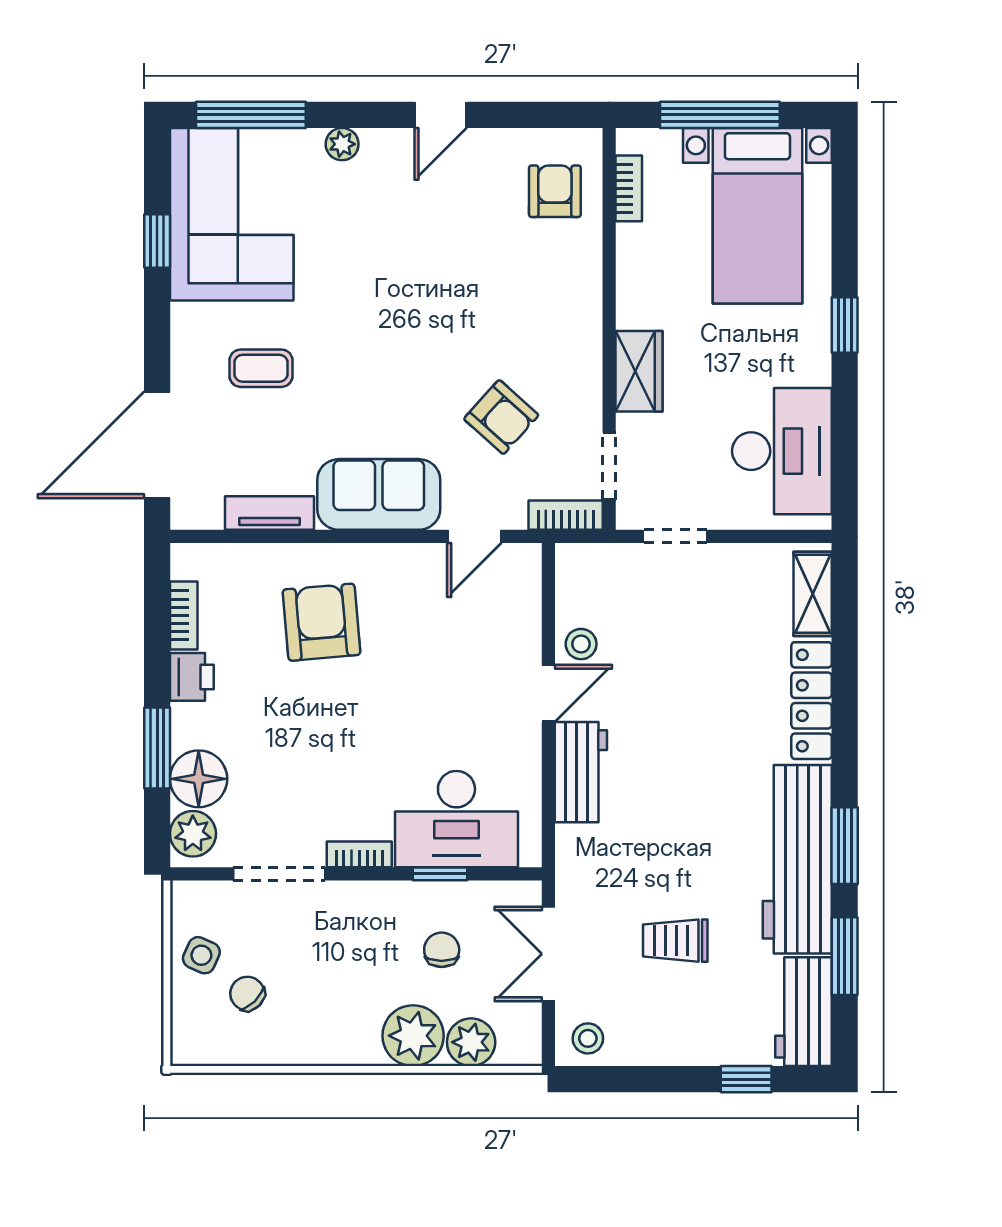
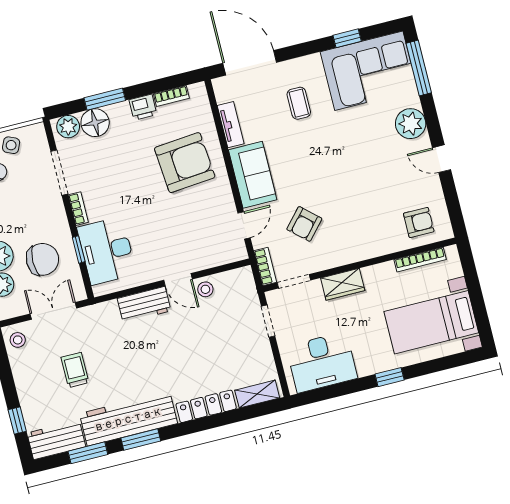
window: (720, 115) -> (475, 292), removed
plant: (342, 144) -> (411, 124), width x1.88, depth x1.88
bookcase: (629, 188) -> (420, 260), width x1.56
door: (474, 536) -> (244, 225), swing flipped
armchair: (321, 622) -> (185, 163), width x1.36, depth x1.36
chair: (442, 950) -> (42, 259), width x1.87, depth x1.87

